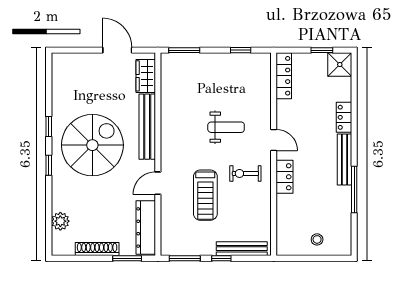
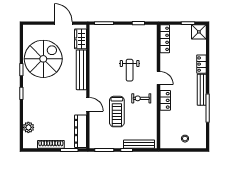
weight bench: (226, 127) -> (130, 70), turned 90
spiral stairs: (92, 145) -> (43, 59), moved
door: (158, 183) -> (88, 104), swing flipped

